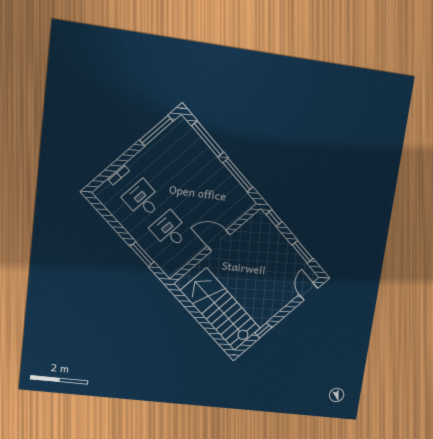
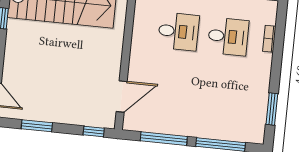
window: (156, 131) -> (272, 109), width x0.69
door: (219, 241) -> (122, 96), moved

